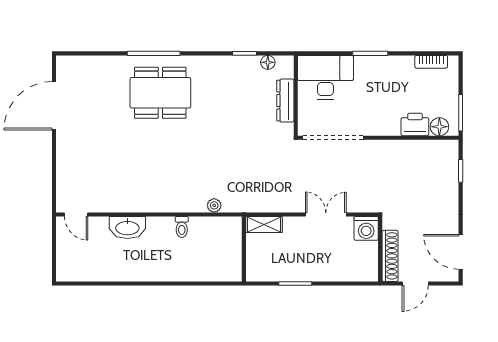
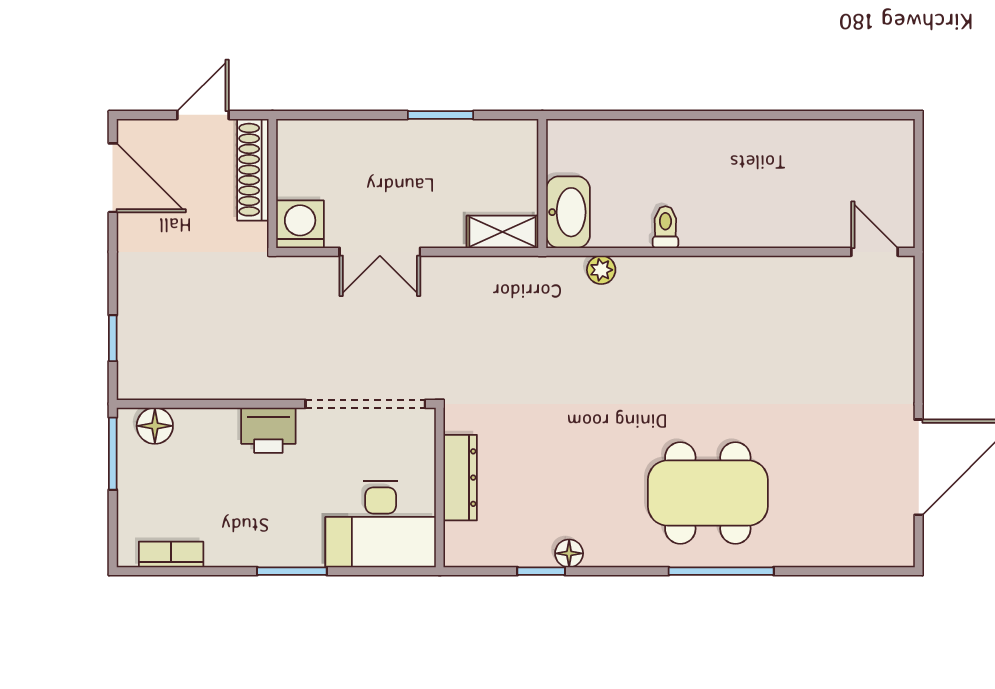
floor lamp: (268, 62) -> (569, 553), moved
printer: (415, 124) -> (268, 430), moved
washbasin: (127, 227) -> (568, 212), moved, turned 90

